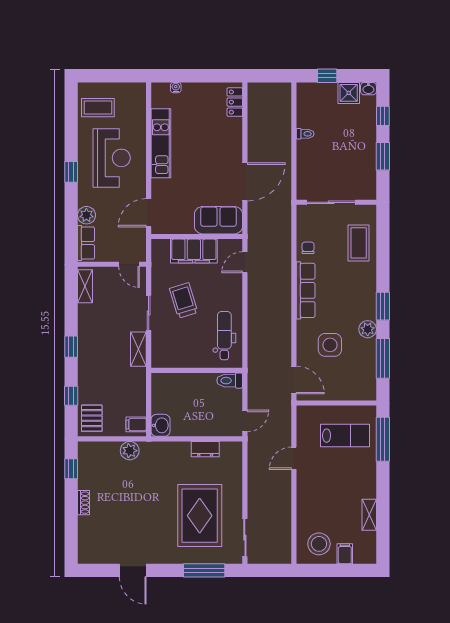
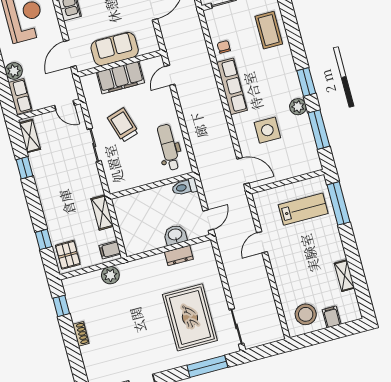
sofa: (219, 220) -> (115, 49), moved
window: (71, 347) -> (25, 168), moved
shelving: (138, 349) -> (102, 213), moved
washbasin: (160, 425) -> (175, 235), moved, turned -90

